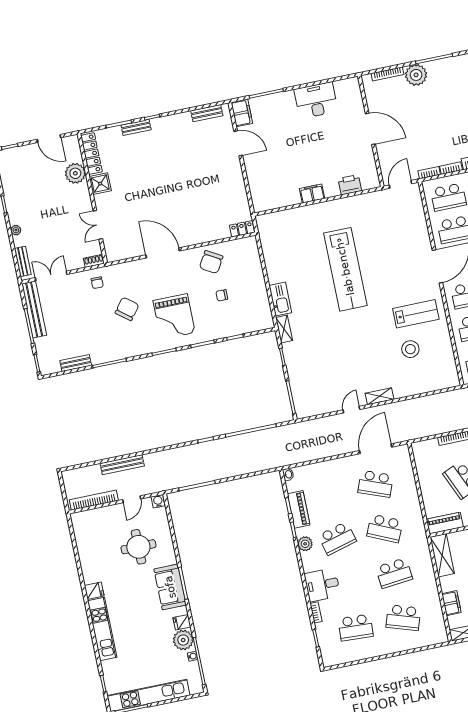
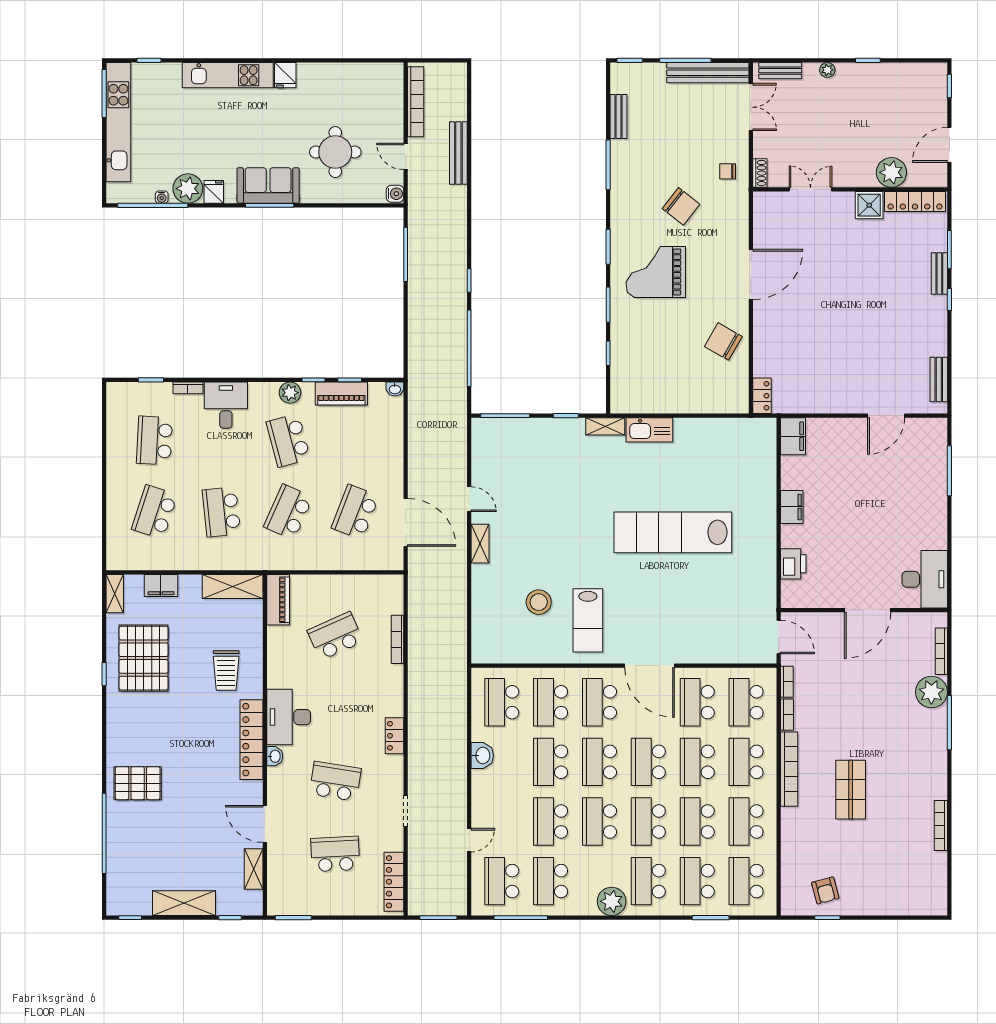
desk: (316, 100) -> (925, 579), moved
filing cabinet: (242, 113) -> (793, 436), moved, turned -90
chair: (222, 295) -> (672, 347), removed

